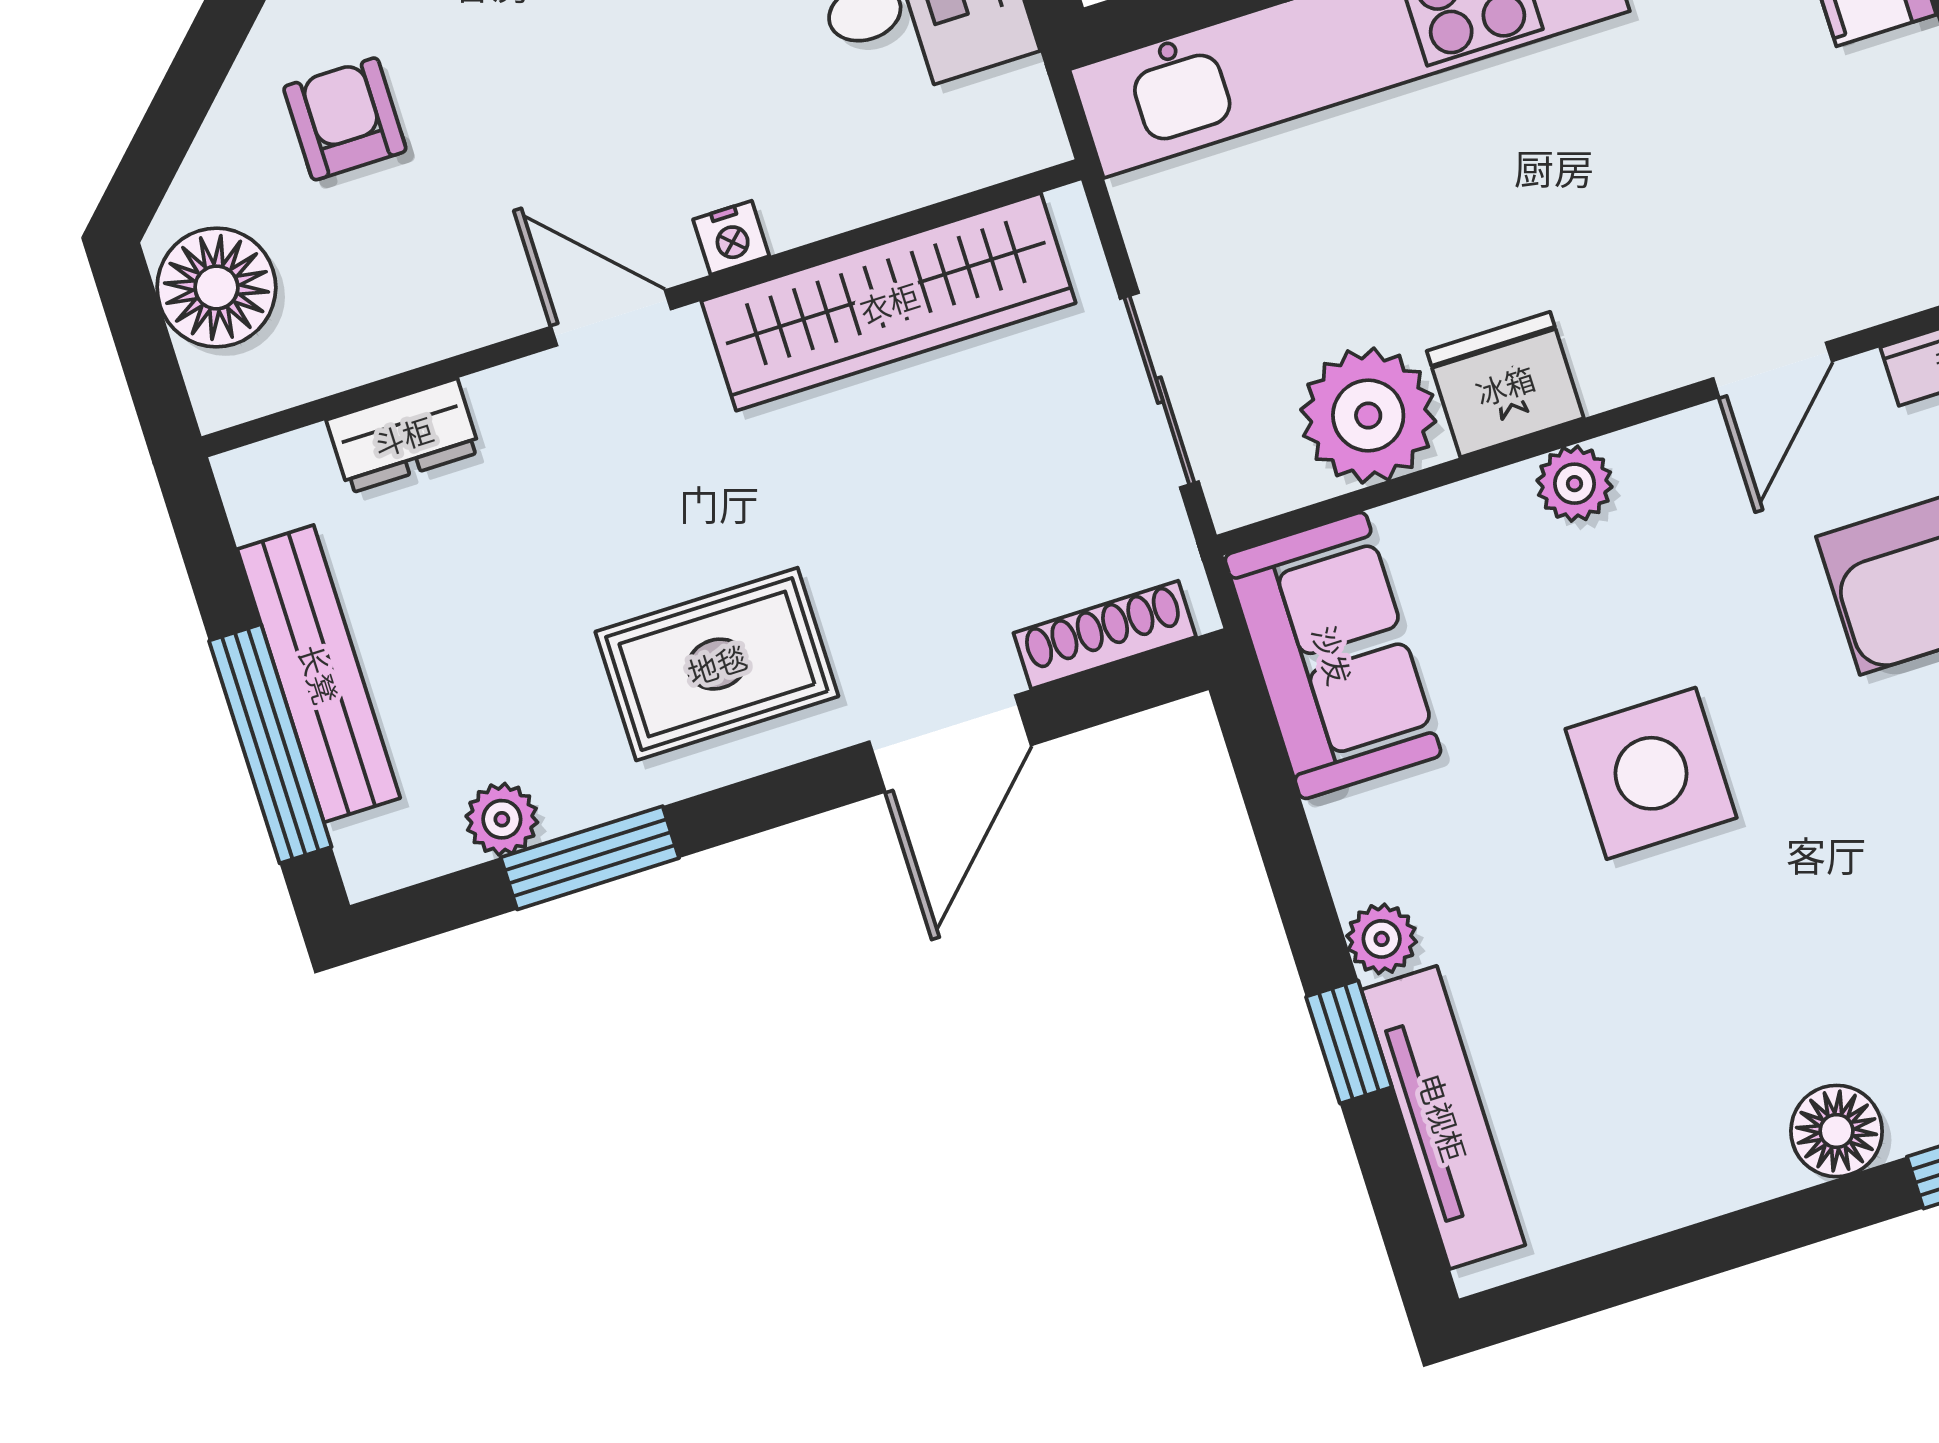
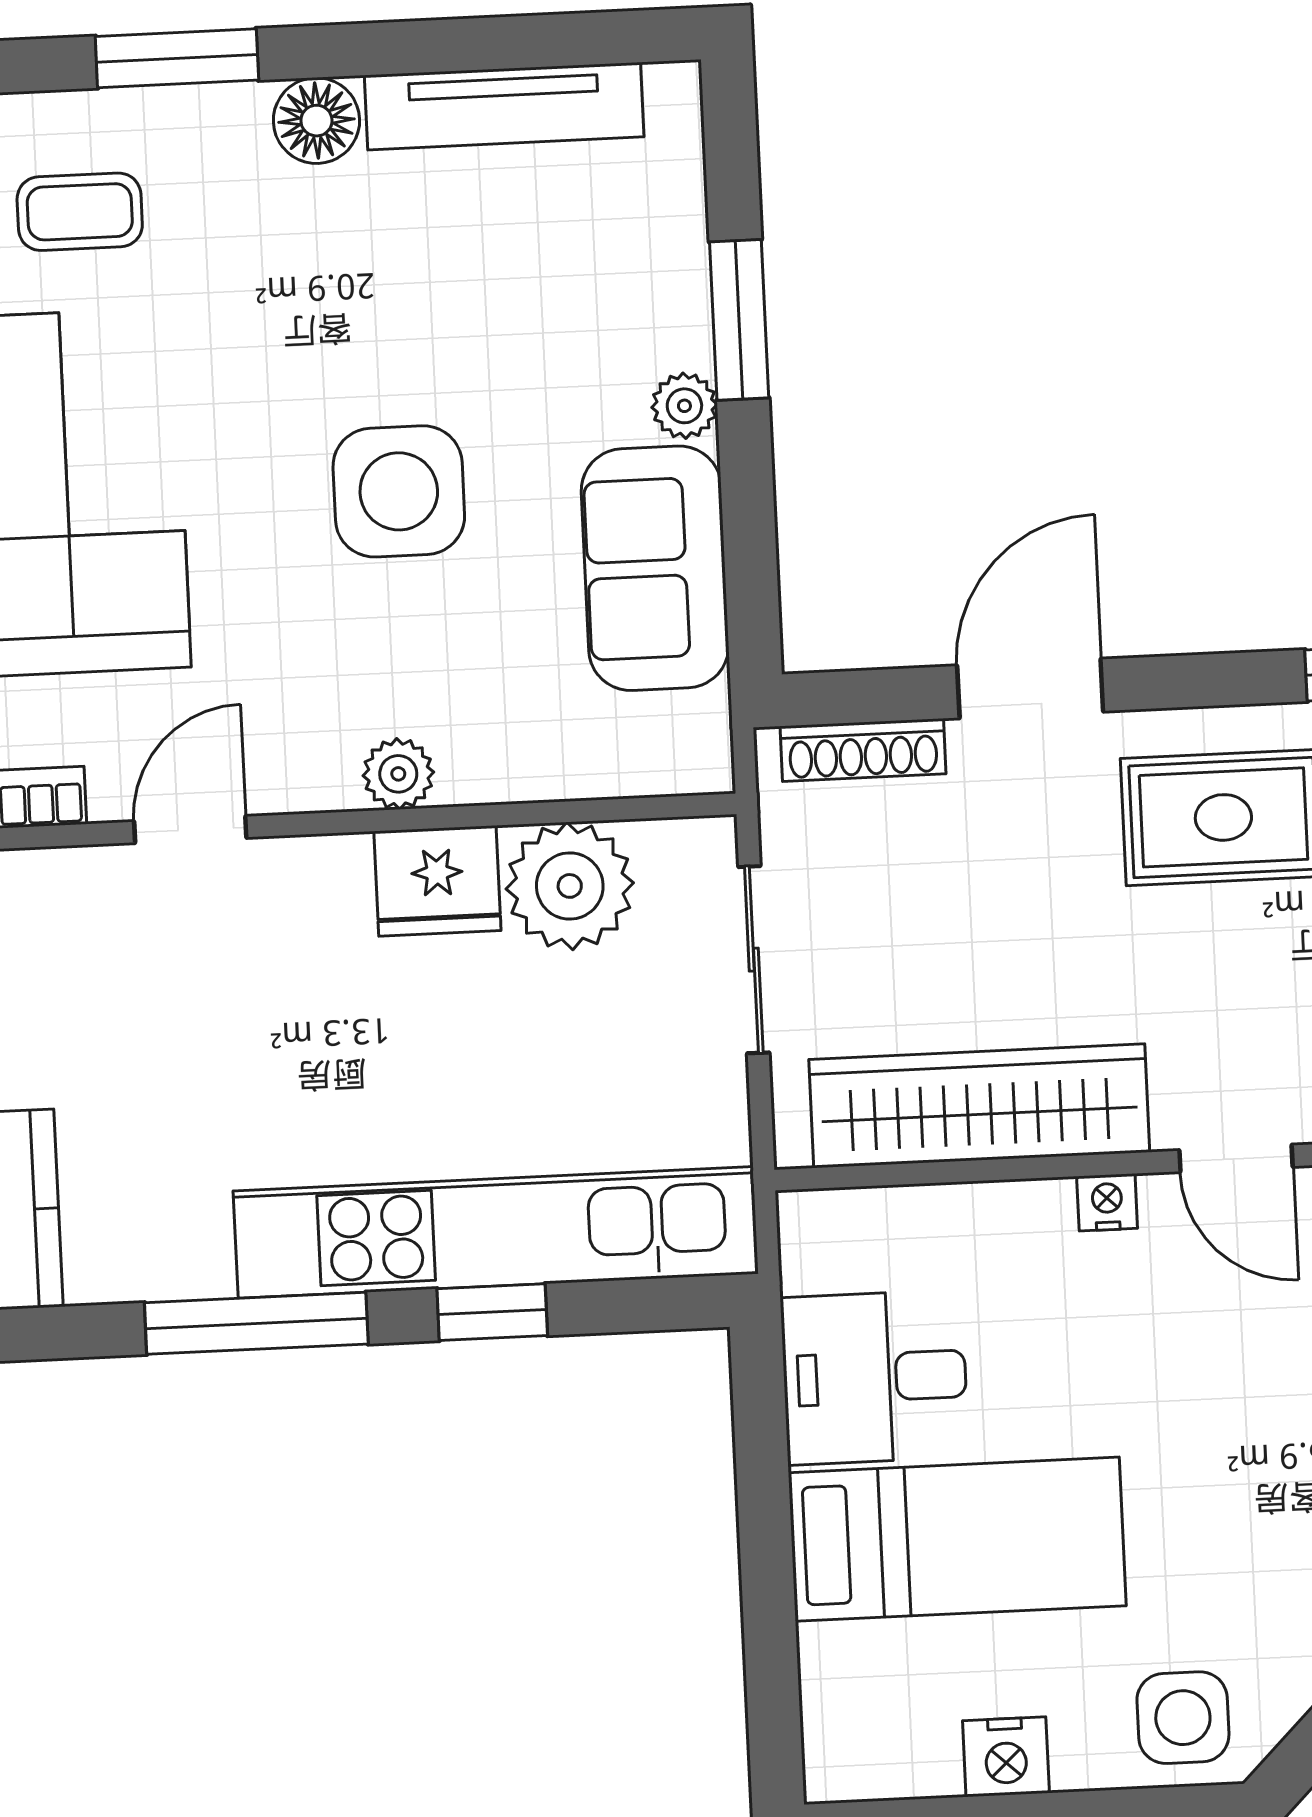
sofa: (1333, 655) -> (655, 568), moved
window: (1349, 1042) -> (739, 320), width x1.50
tv unit: (1443, 1117) -> (504, 106), moved, turned -90

